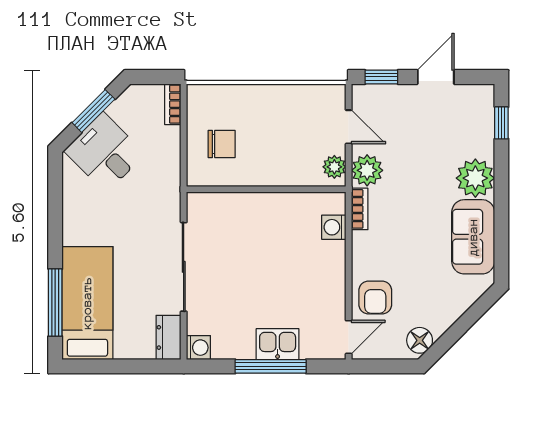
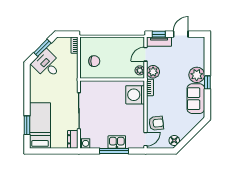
tv unit: (382, 95) -> (159, 42), added
window: (501, 123) -> (207, 82), moved
door: (349, 127) -> (146, 54), swing flipped
washing machine: (334, 227) -> (135, 95), width x1.89, depth x1.89
armchair: (375, 298) -> (156, 123), turned -96
window: (55, 303) -> (27, 125), width x0.69

